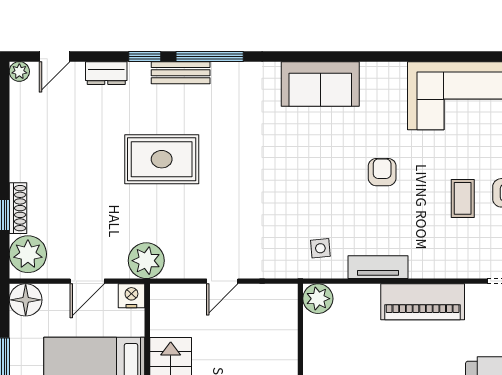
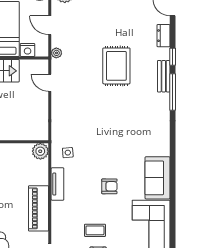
sofa: (320, 84) -> (157, 178), moved
plant: (146, 261) -> (56, 53), width x0.53, depth x0.53
door: (222, 281) -> (50, 83), moved
nightstand: (131, 296) -> (28, 50), moved, turned 90

